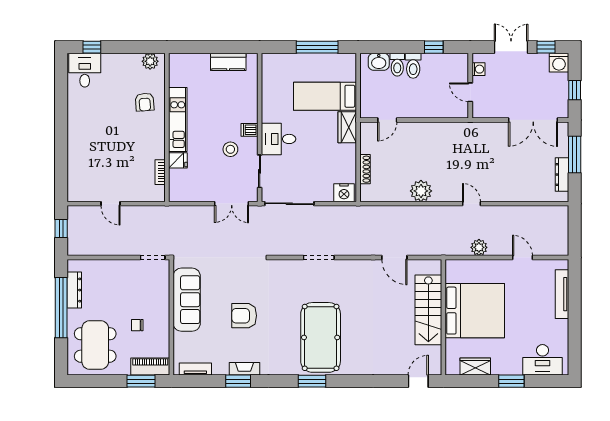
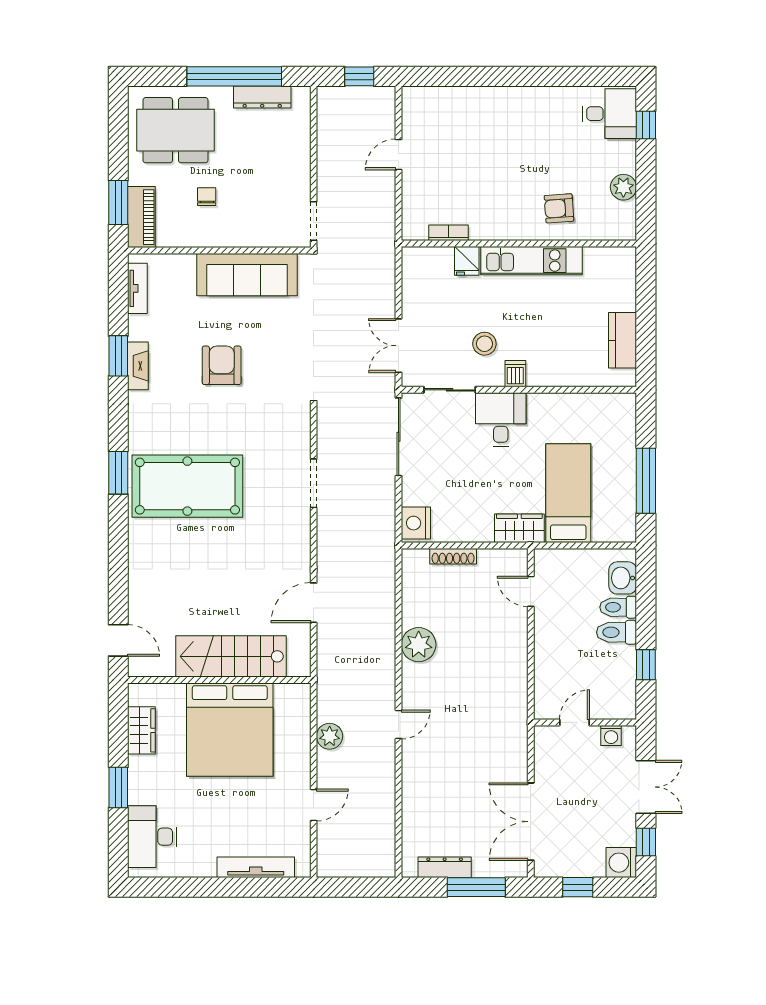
plant: (150, 61) -> (623, 187), moved

